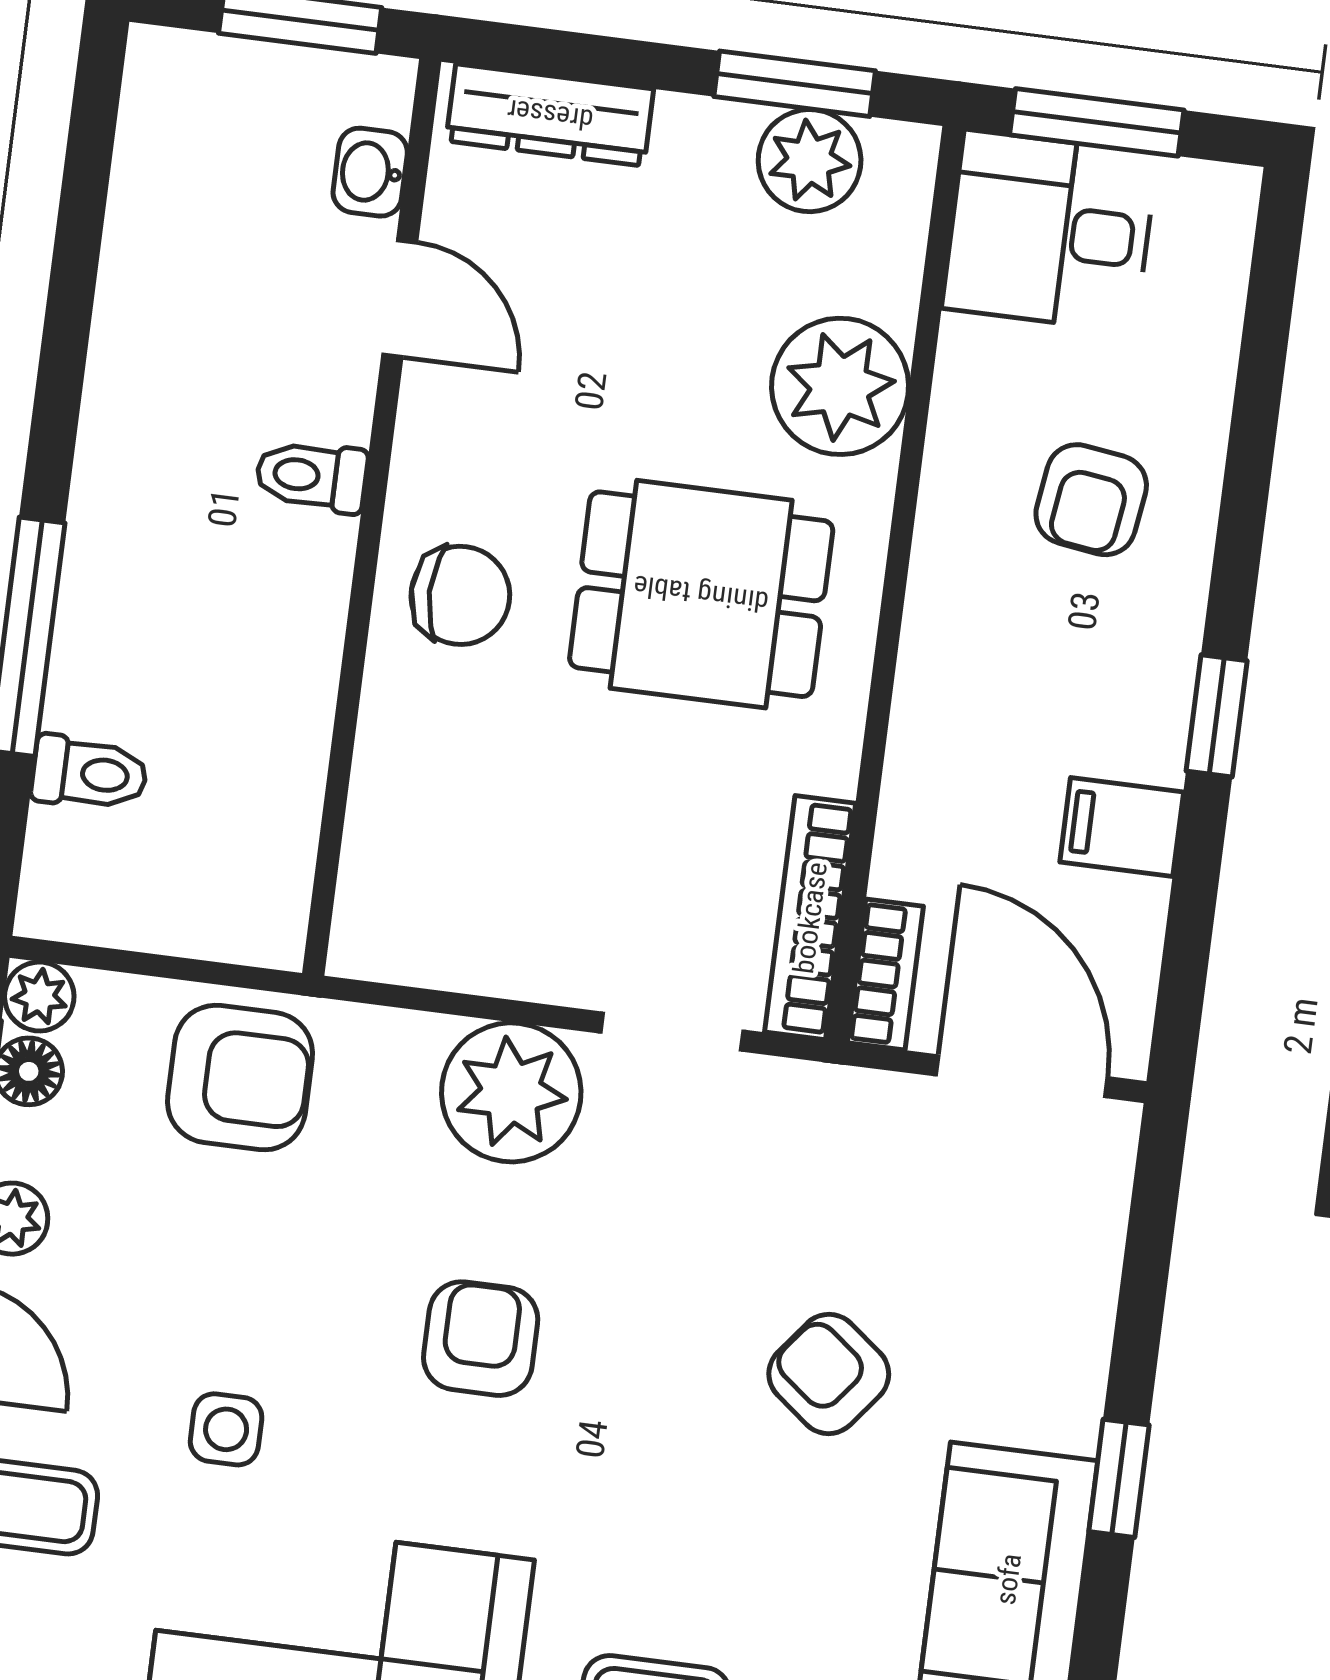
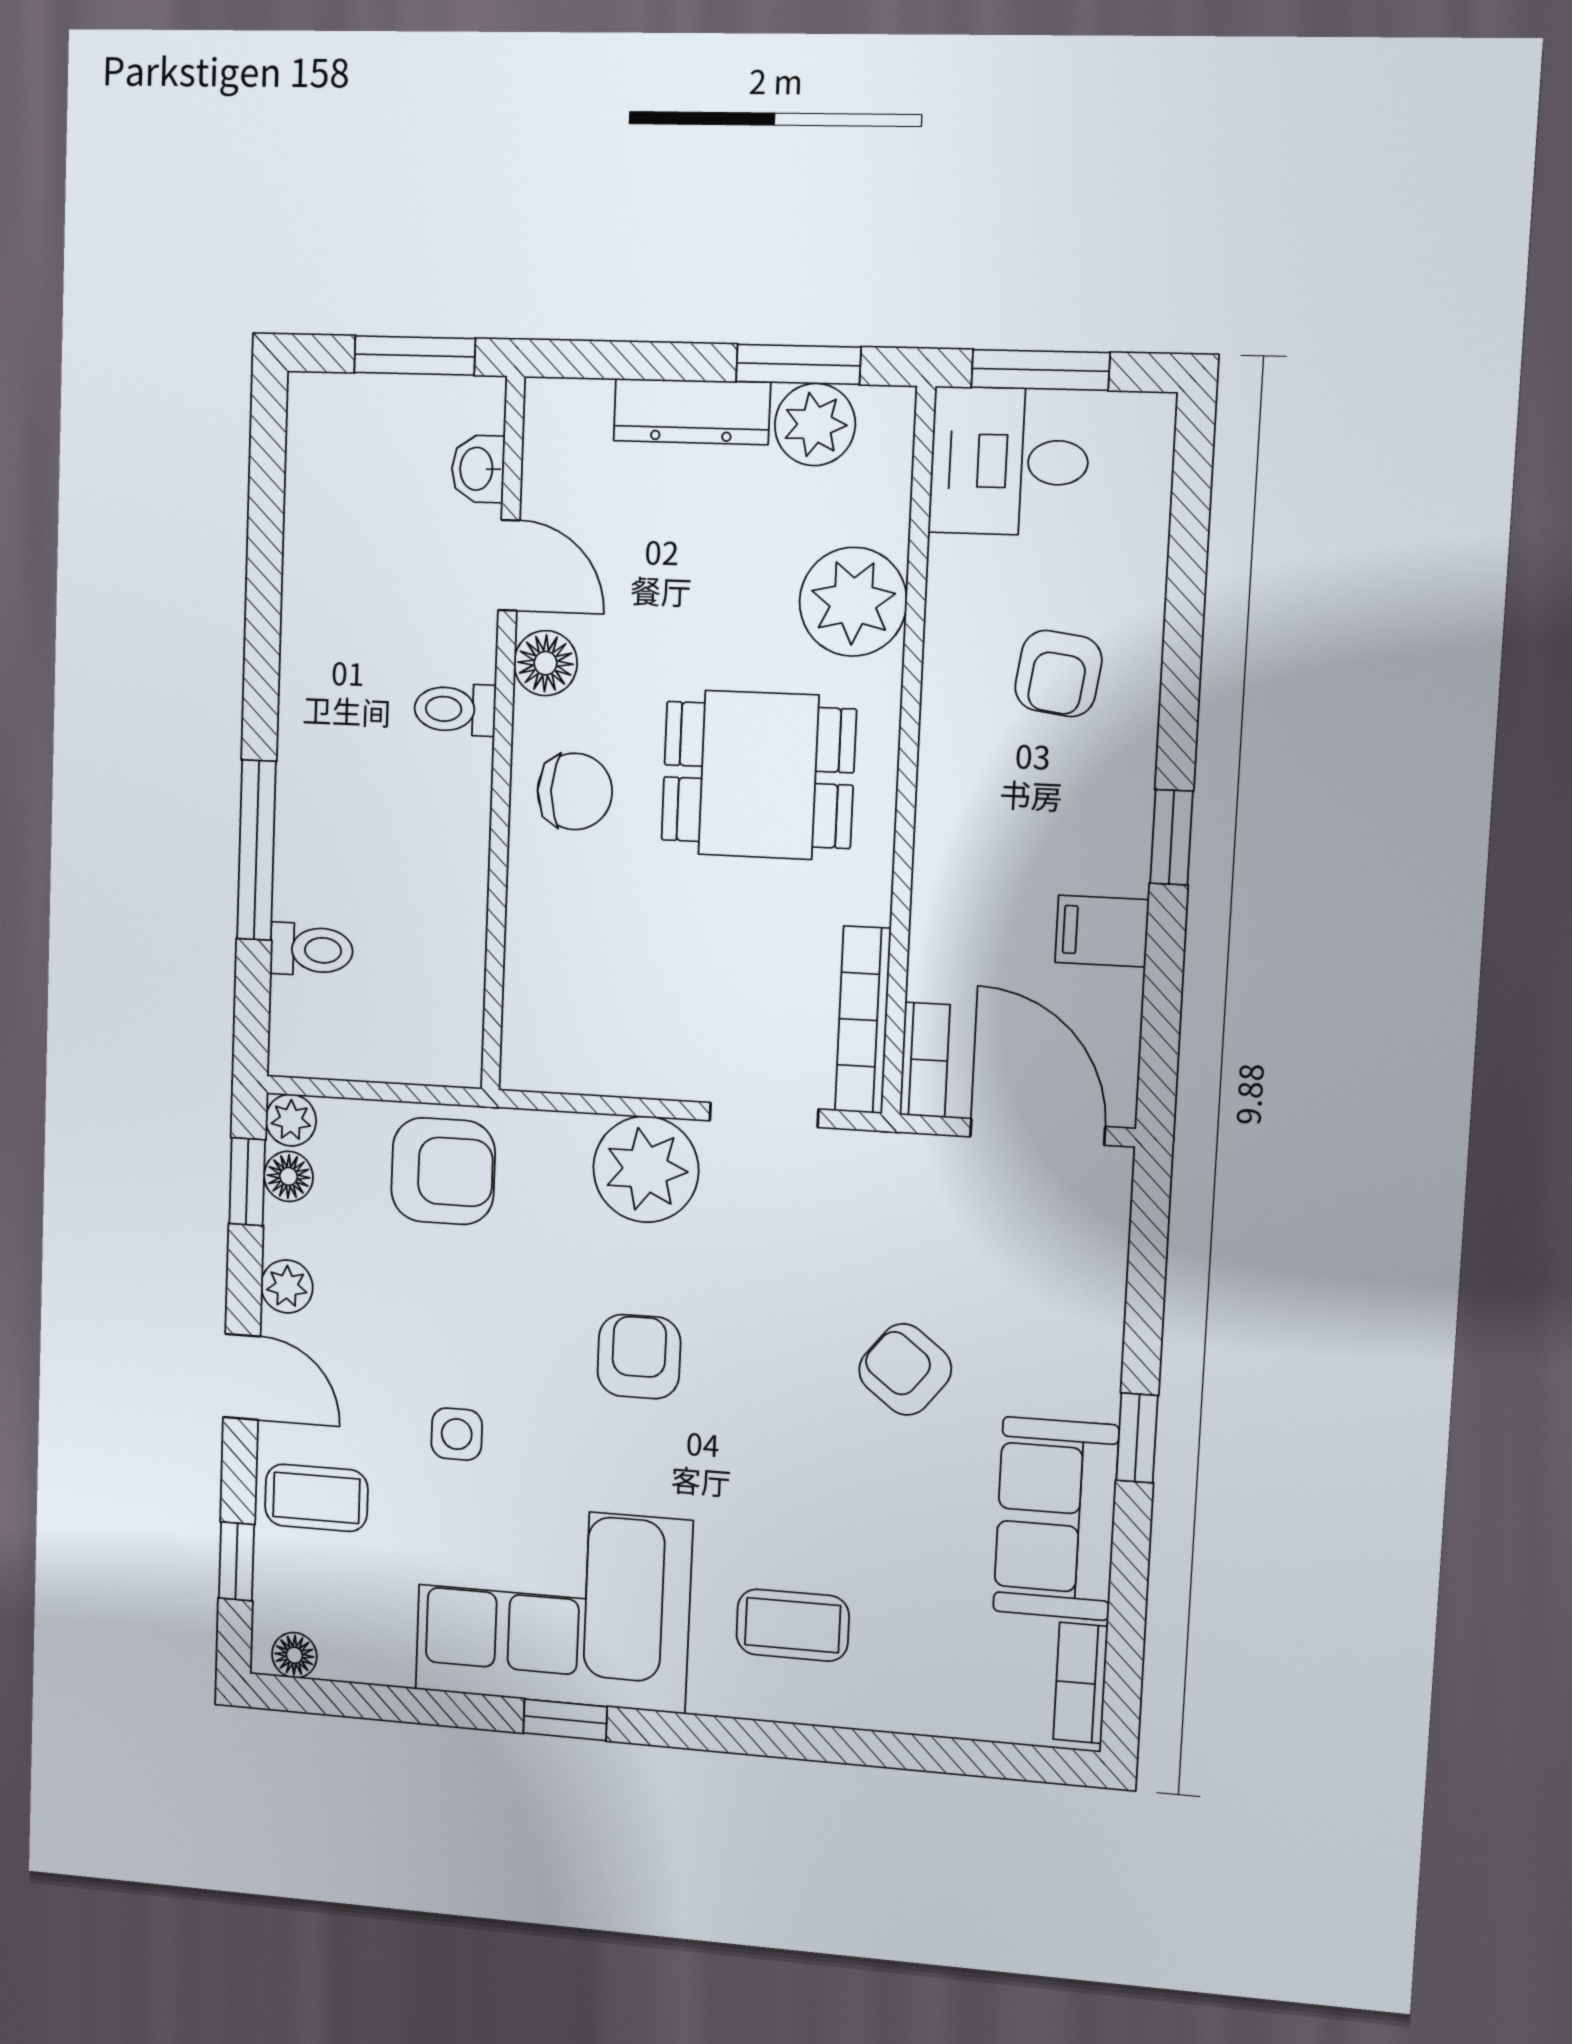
dresser: (550, 115) -> (692, 412), moved
floor lamp: (437, 428) -> (545, 663), added

